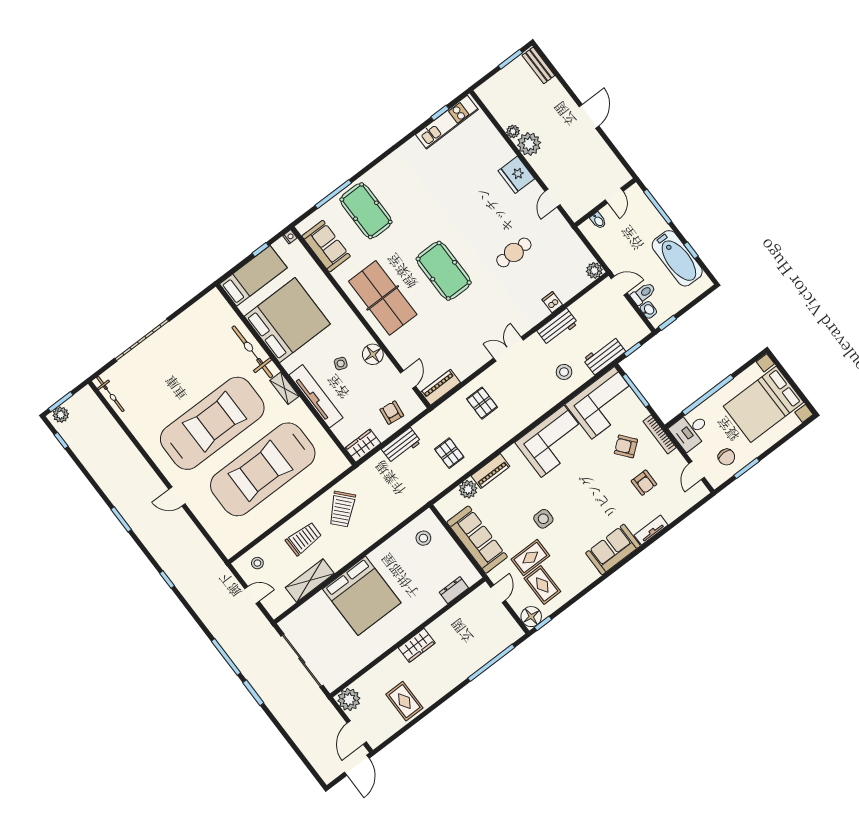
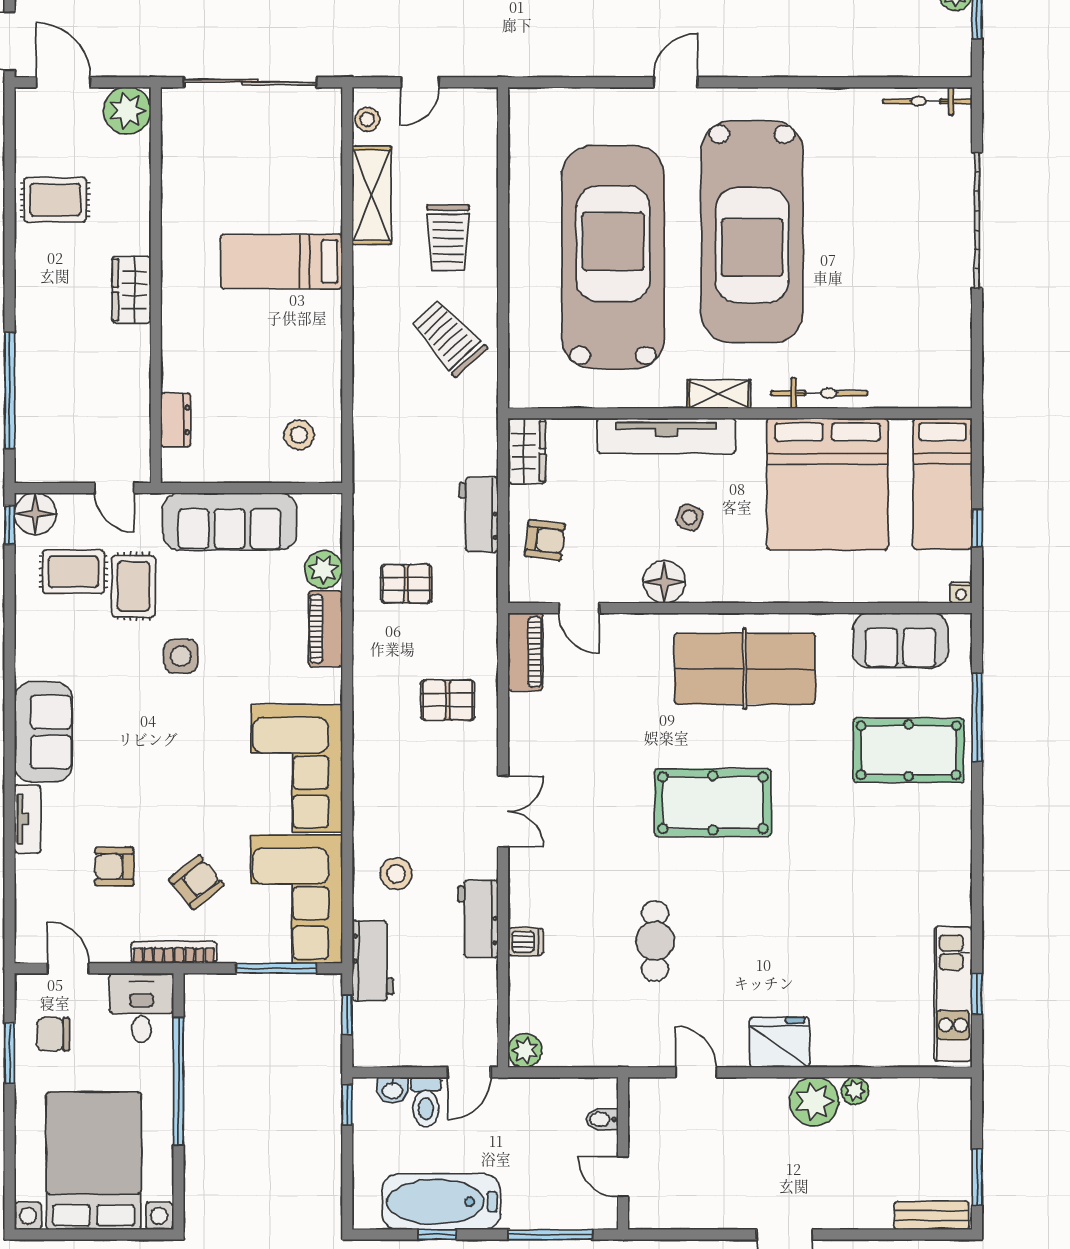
bicycle: (252, 352) -> (819, 393), width x0.73, depth x0.71
stool: (257, 563) -> (367, 119), moved
bed: (362, 596) -> (282, 261), width x0.49

